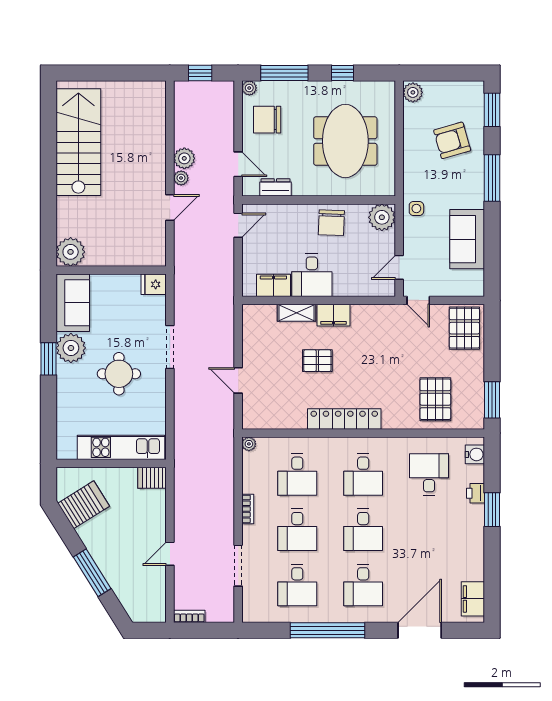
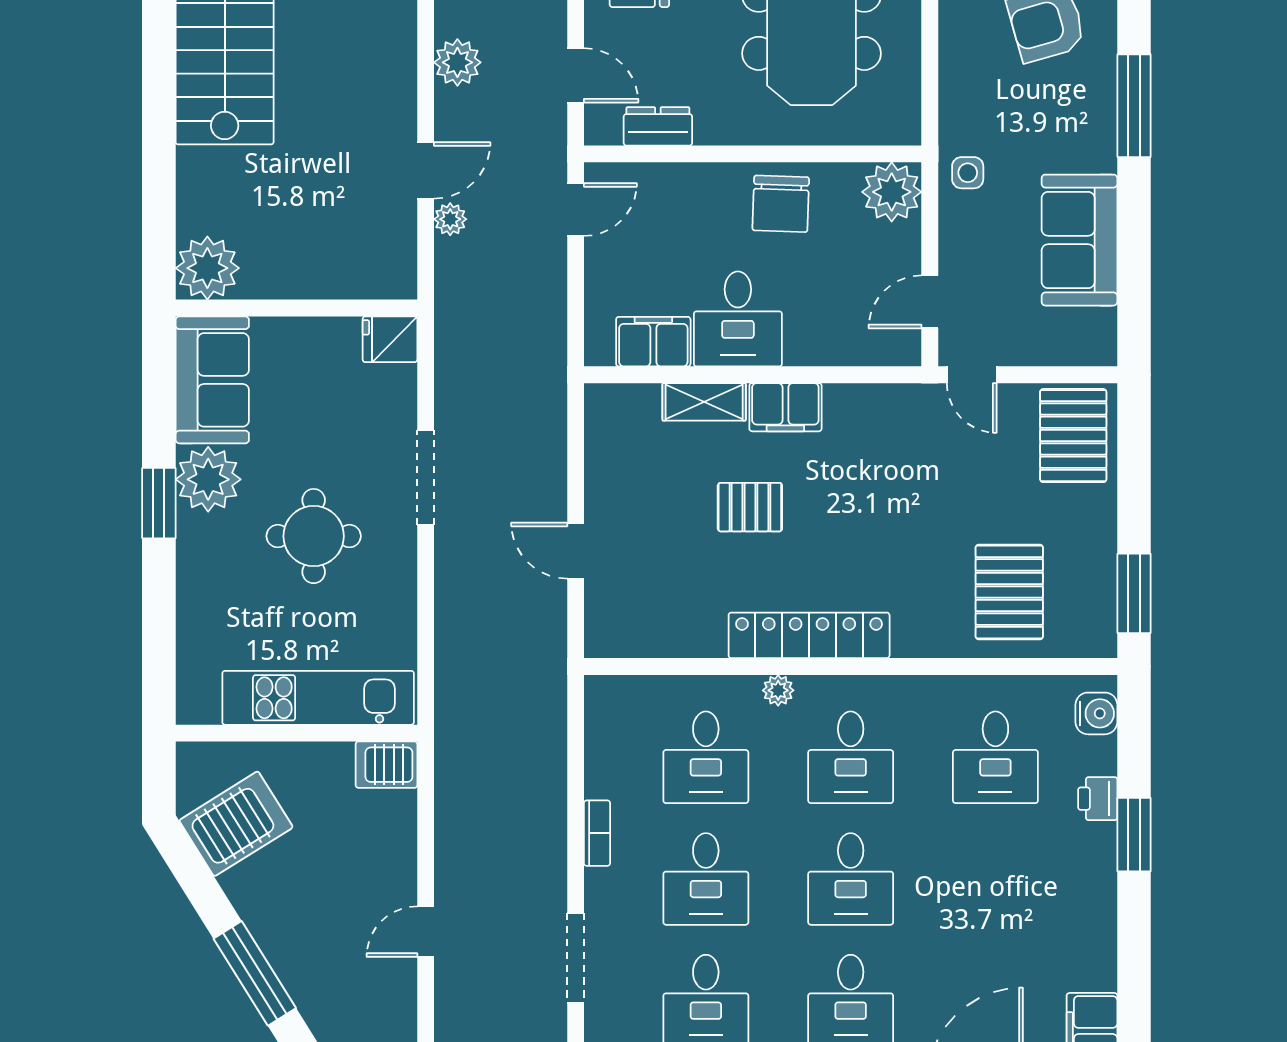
plant: (181, 178) -> (450, 219), moved
plant: (249, 444) -> (778, 690), moved
desk: (429, 474) -> (995, 757), turned 180

